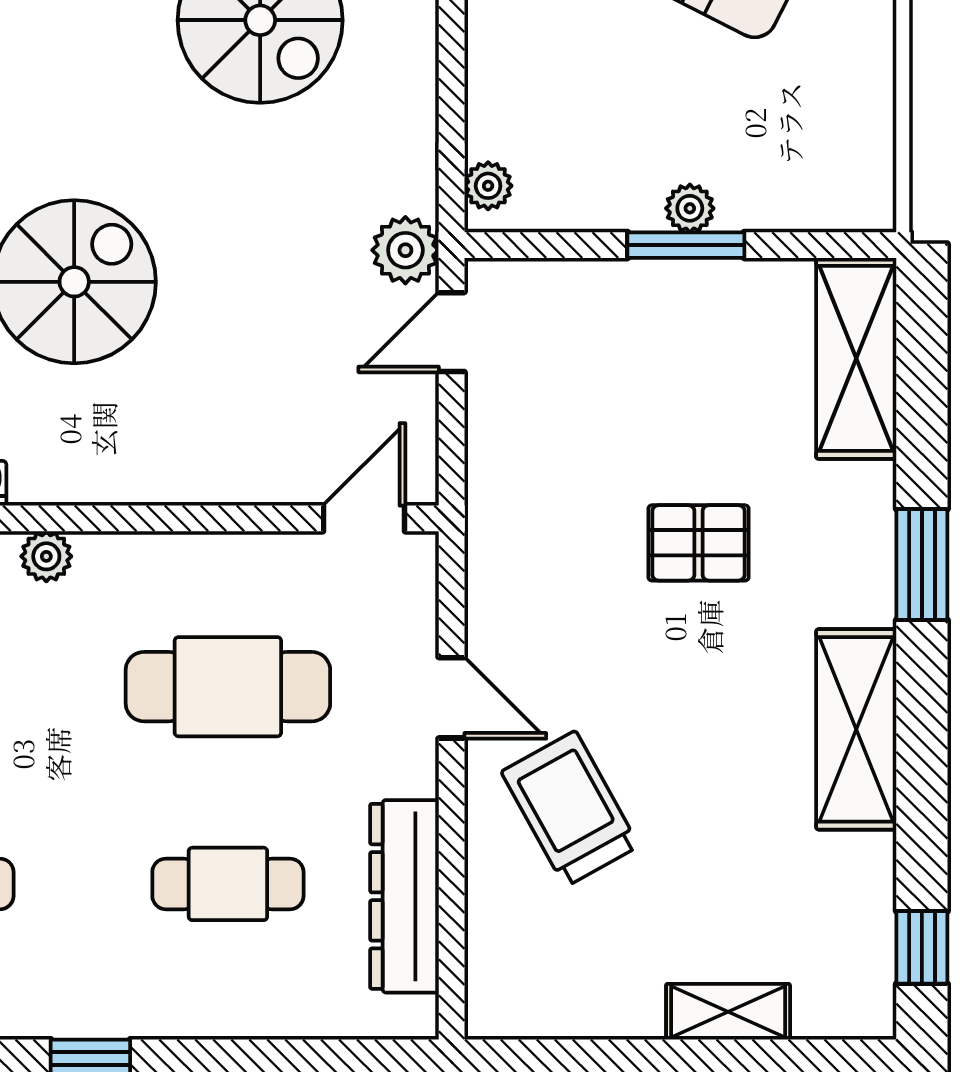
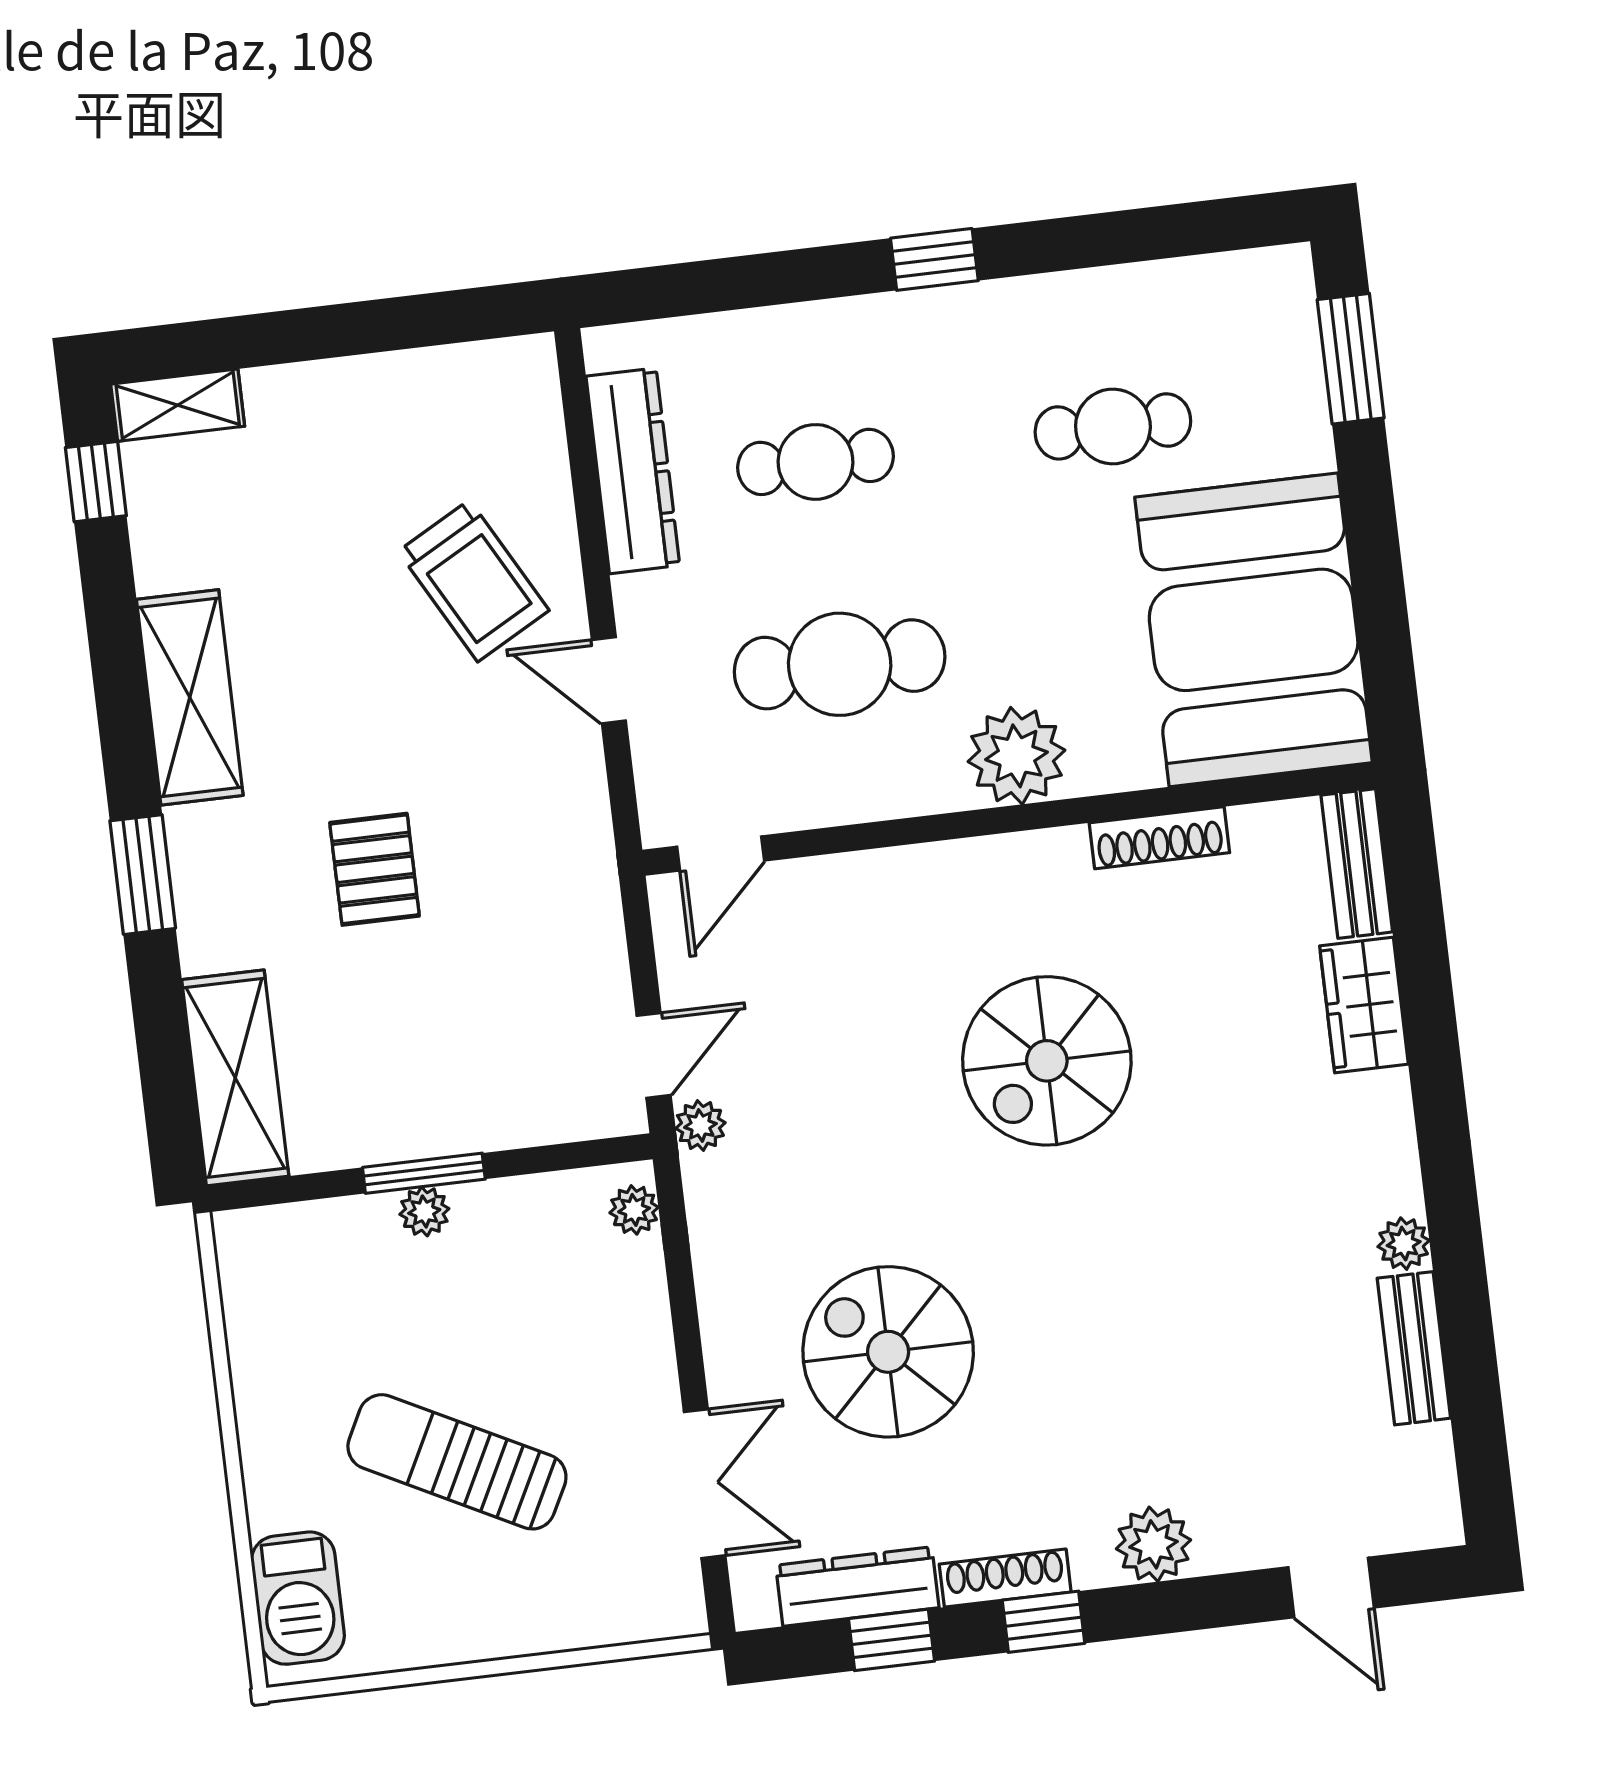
plant: (405, 250) -> (700, 1125), width x0.73, depth x0.73
pallet: (698, 543) -> (375, 869), turned 90
plant: (46, 556) -> (1016, 756), width x1.88, depth x1.88
shelving: (728, 1012) -> (178, 405), moved

